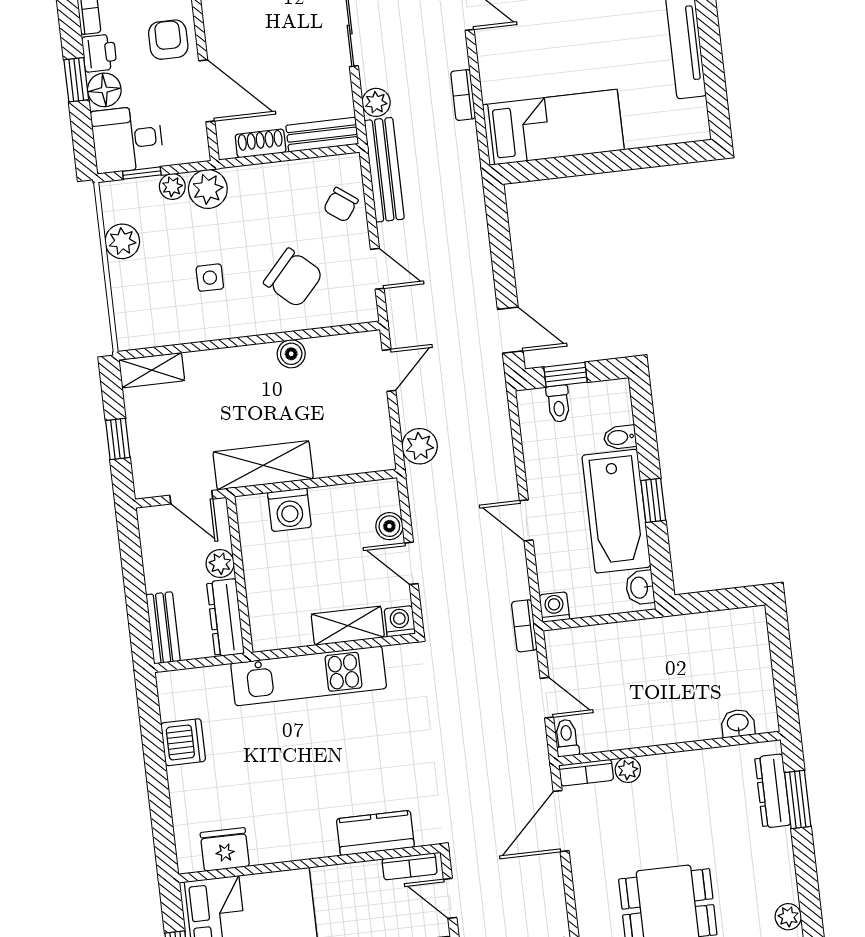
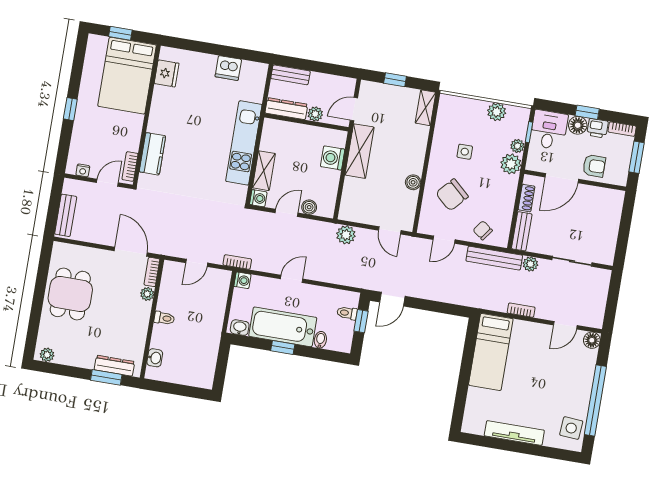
toilet: (567, 738) -> (164, 318), moved

